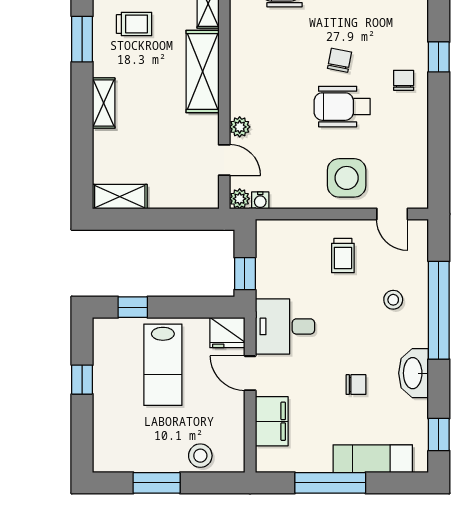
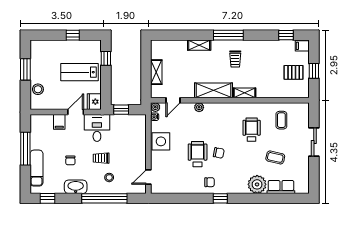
window: (82, 39) -> (228, 35), width x1.44
plant: (240, 127) -> (199, 107), moved
side table: (347, 178) -> (161, 141), moved
shelving: (120, 197) -> (156, 72), moved
trolley: (343, 256) -> (101, 158), moved
filing cabinet: (272, 421) -> (59, 122), width x0.50

